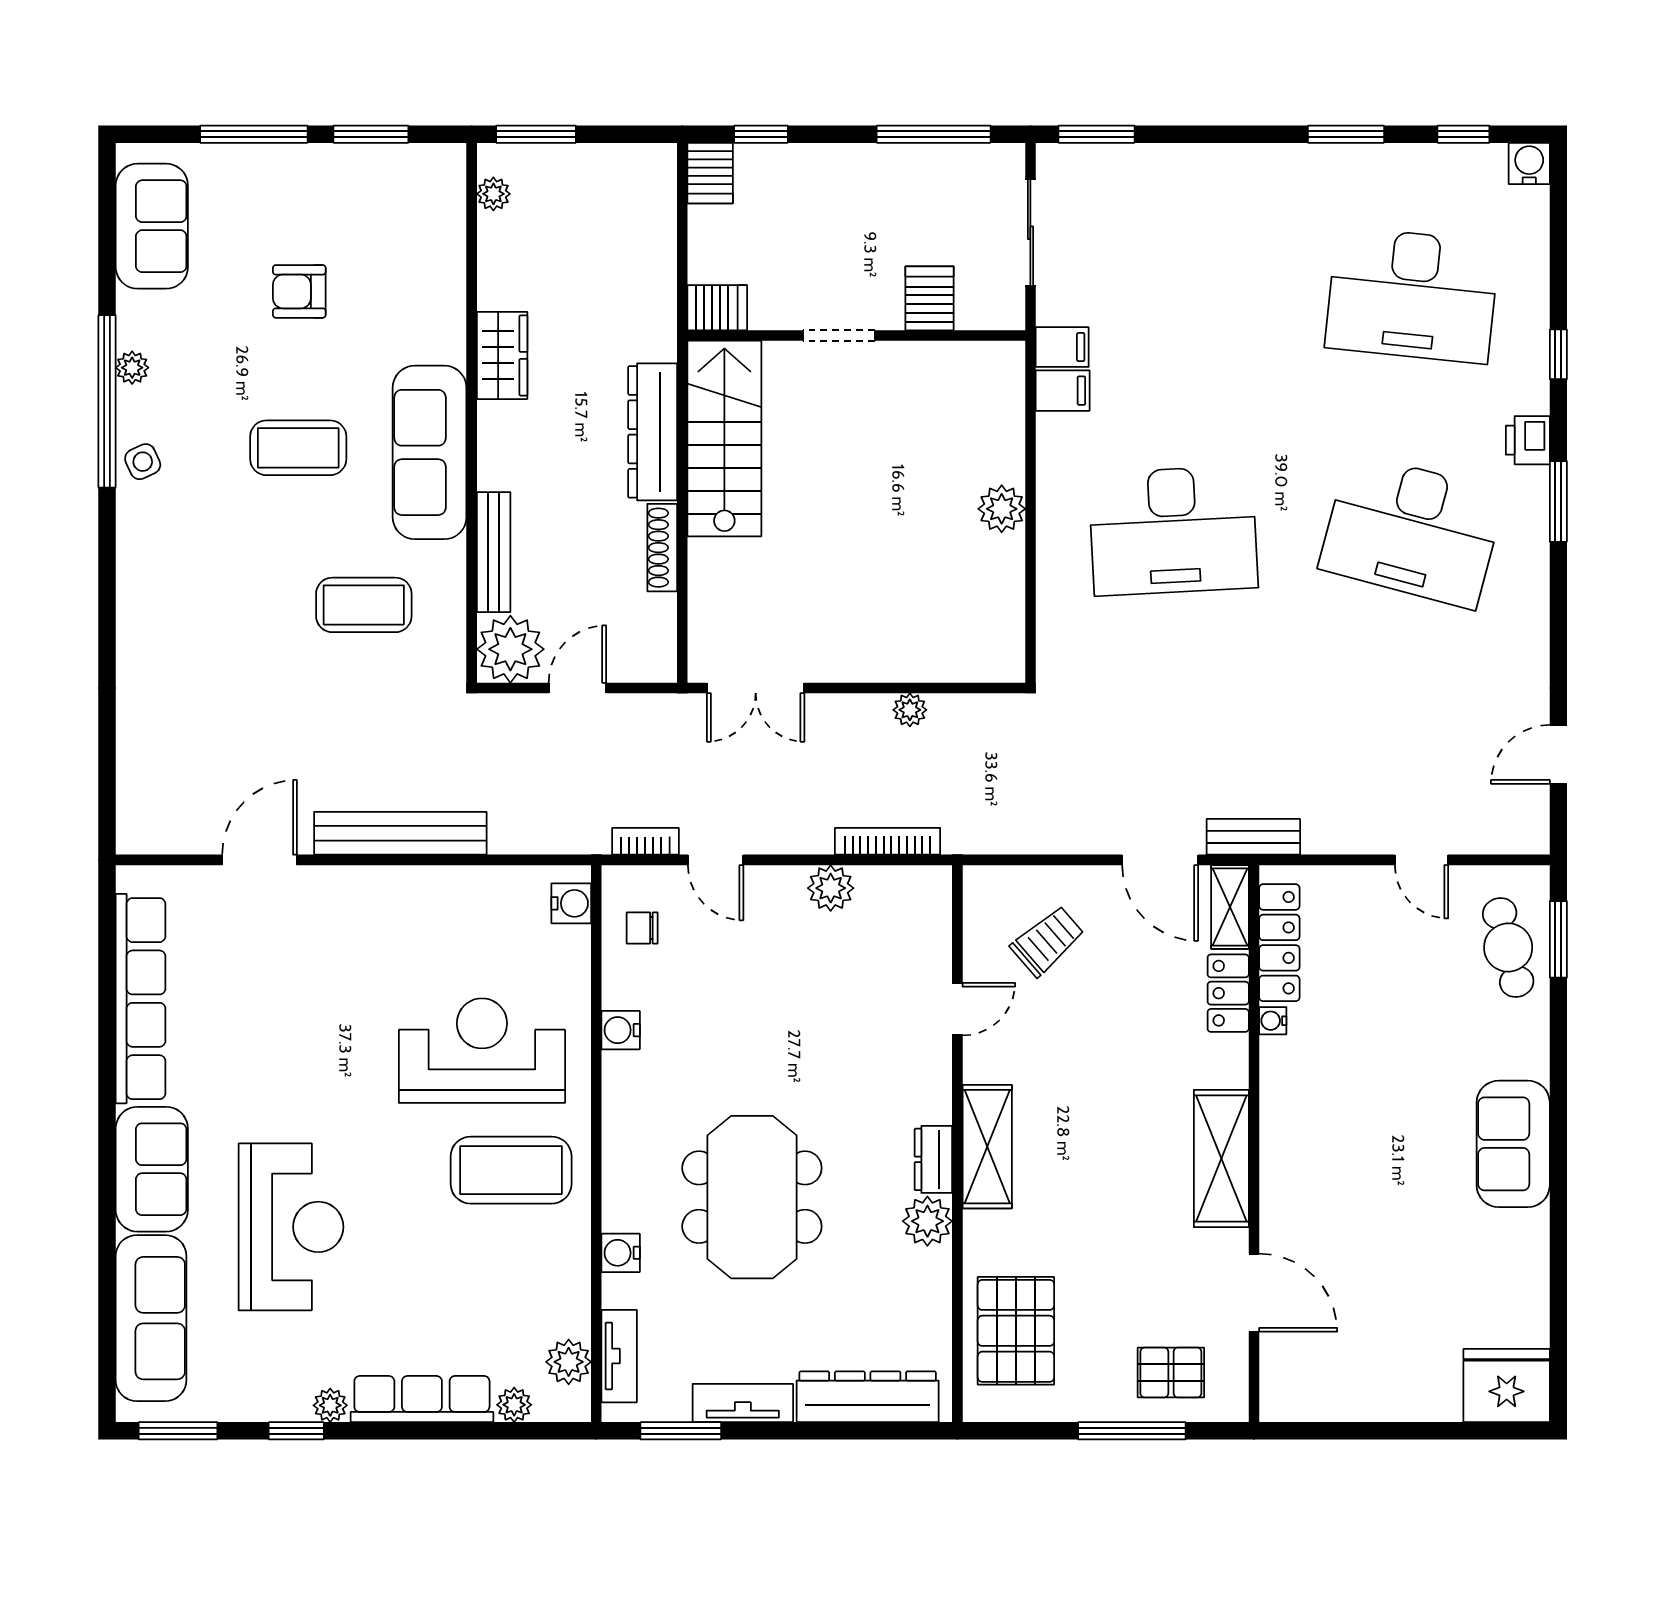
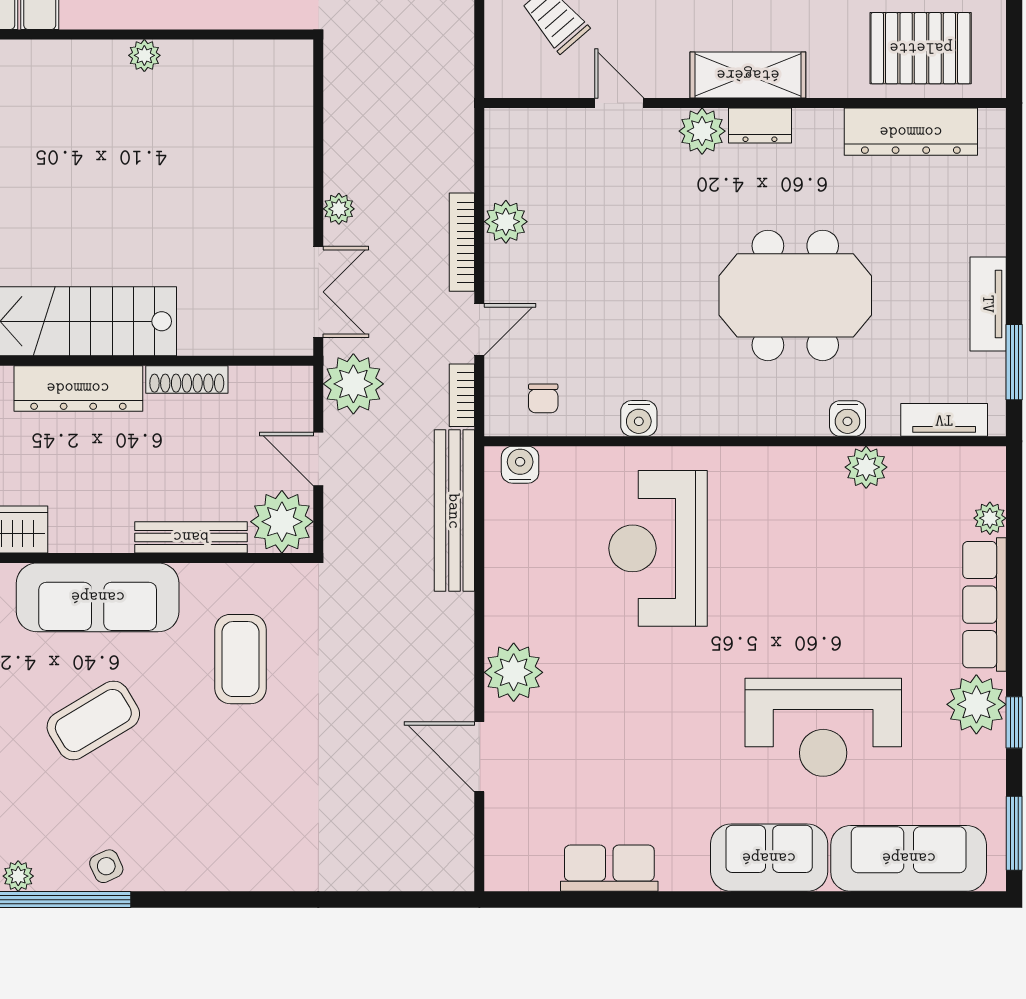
coffee table: (298, 448) -> (93, 720), turned 59
plant: (1002, 509) -> (144, 55), width x0.73, depth x0.73
plant: (910, 710) -> (339, 209), moved
plant: (658, 725) -> (353, 384), added
bench: (400, 833) -> (454, 511), moved
bookcase: (888, 841) -> (462, 242), moved
plant: (350, 896) -> (514, 672), added
row of seats: (141, 999) -> (609, 868), width x0.50
coffee table: (511, 1170) -> (770, 521), removed
plant: (927, 1221) -> (702, 131), moved
reception desk: (291, 1227) -> (823, 727), turned 180
plant: (569, 1362) -> (866, 467), moved
dresser: (868, 1397) -> (911, 132), moved, turned -90
plant: (330, 1405) -> (976, 704), width x1.88, depth x1.88

